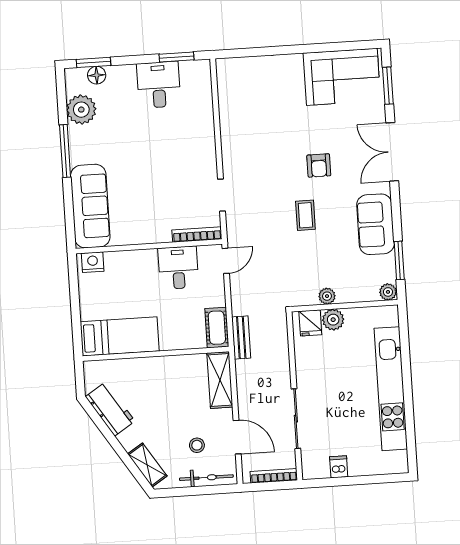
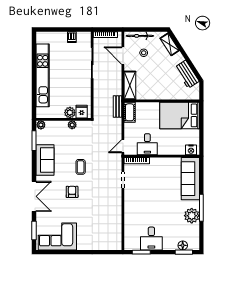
plant: (81, 110) -> (192, 216), moved
bed: (120, 336) -> (180, 115), width x1.50

